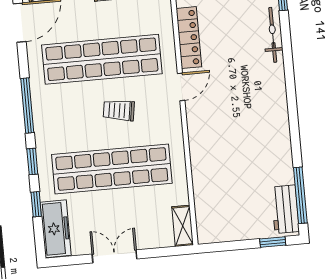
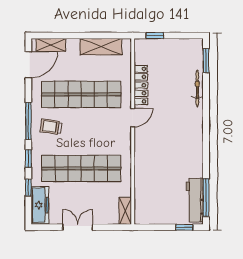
trolley: (119, 110) -> (51, 127), moved
workbench: (285, 209) -> (195, 200), width x1.38

